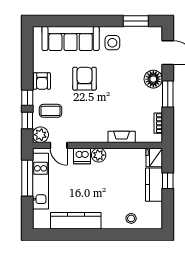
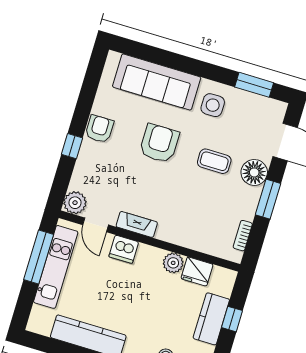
armchair: (42, 81) -> (99, 129), turned 180
coffee table: (51, 111) -> (214, 161), moved
window: (27, 121) -> (62, 177), removed
fireplace: (122, 137) -> (137, 224), moved
plant: (99, 155) -> (173, 263), moved
fridge: (154, 157) -> (197, 271), moved, turned -90

